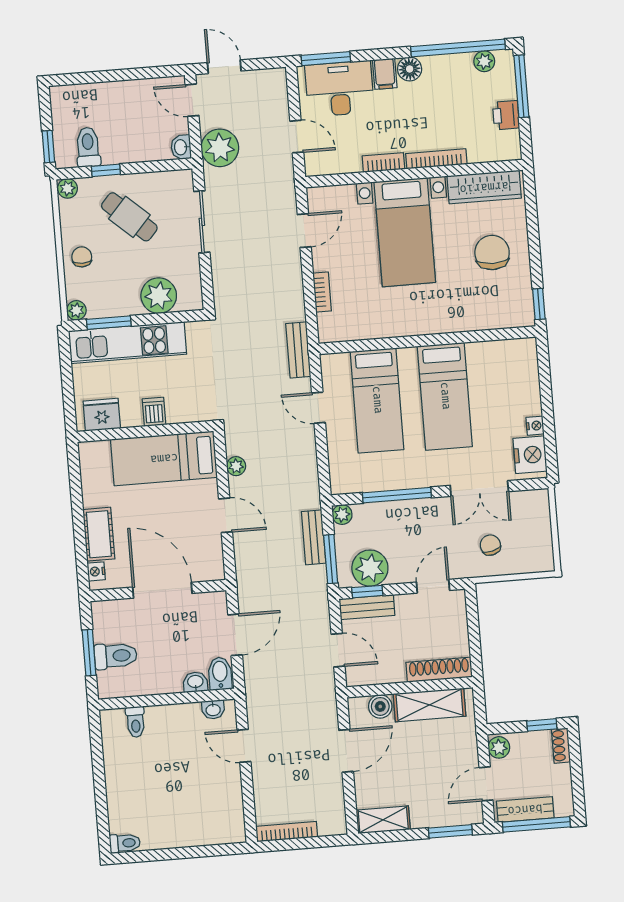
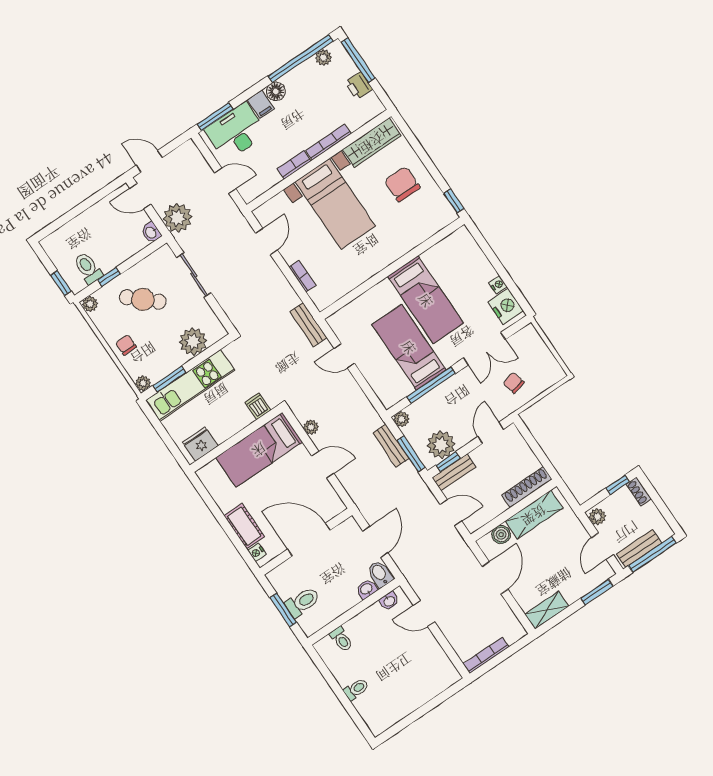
bed: (377, 400) -> (409, 347), moved, turned 180
dishwasher: (154, 412) -> (258, 406), moved
toilet: (125, 843) -> (356, 689), moved

